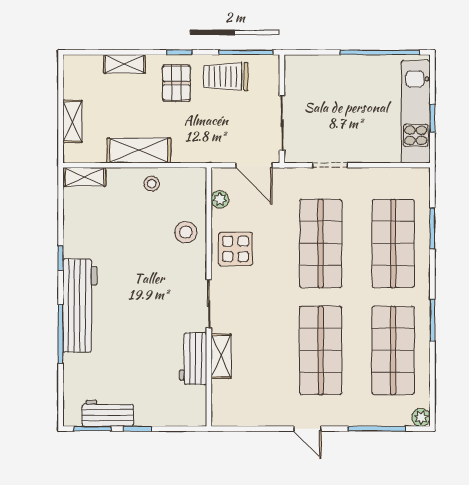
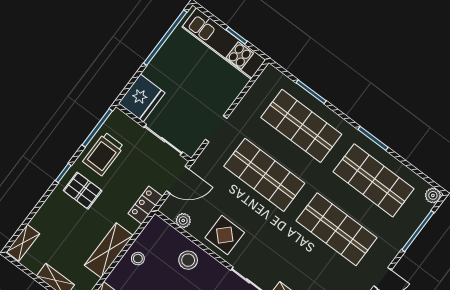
shelving: (124, 64) -> (23, 243), moved
fridge: (306, 73) -> (142, 98), added
locker: (207, 153) -> (145, 205), added

